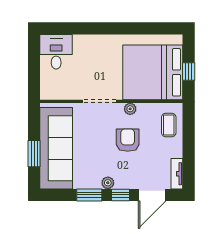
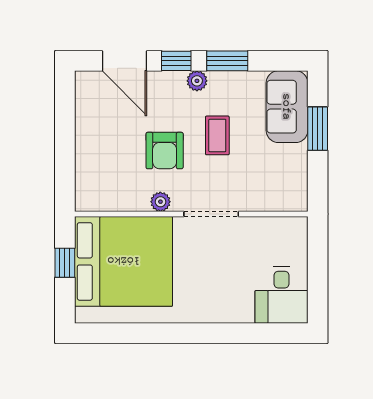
coffee table: (169, 125) -> (217, 135), moved
sofa: (56, 148) -> (287, 107), width x0.54, depth x0.79
tv unit: (177, 174) -> (84, 96), removed
door: (152, 195) -> (125, 61), swing flipped

